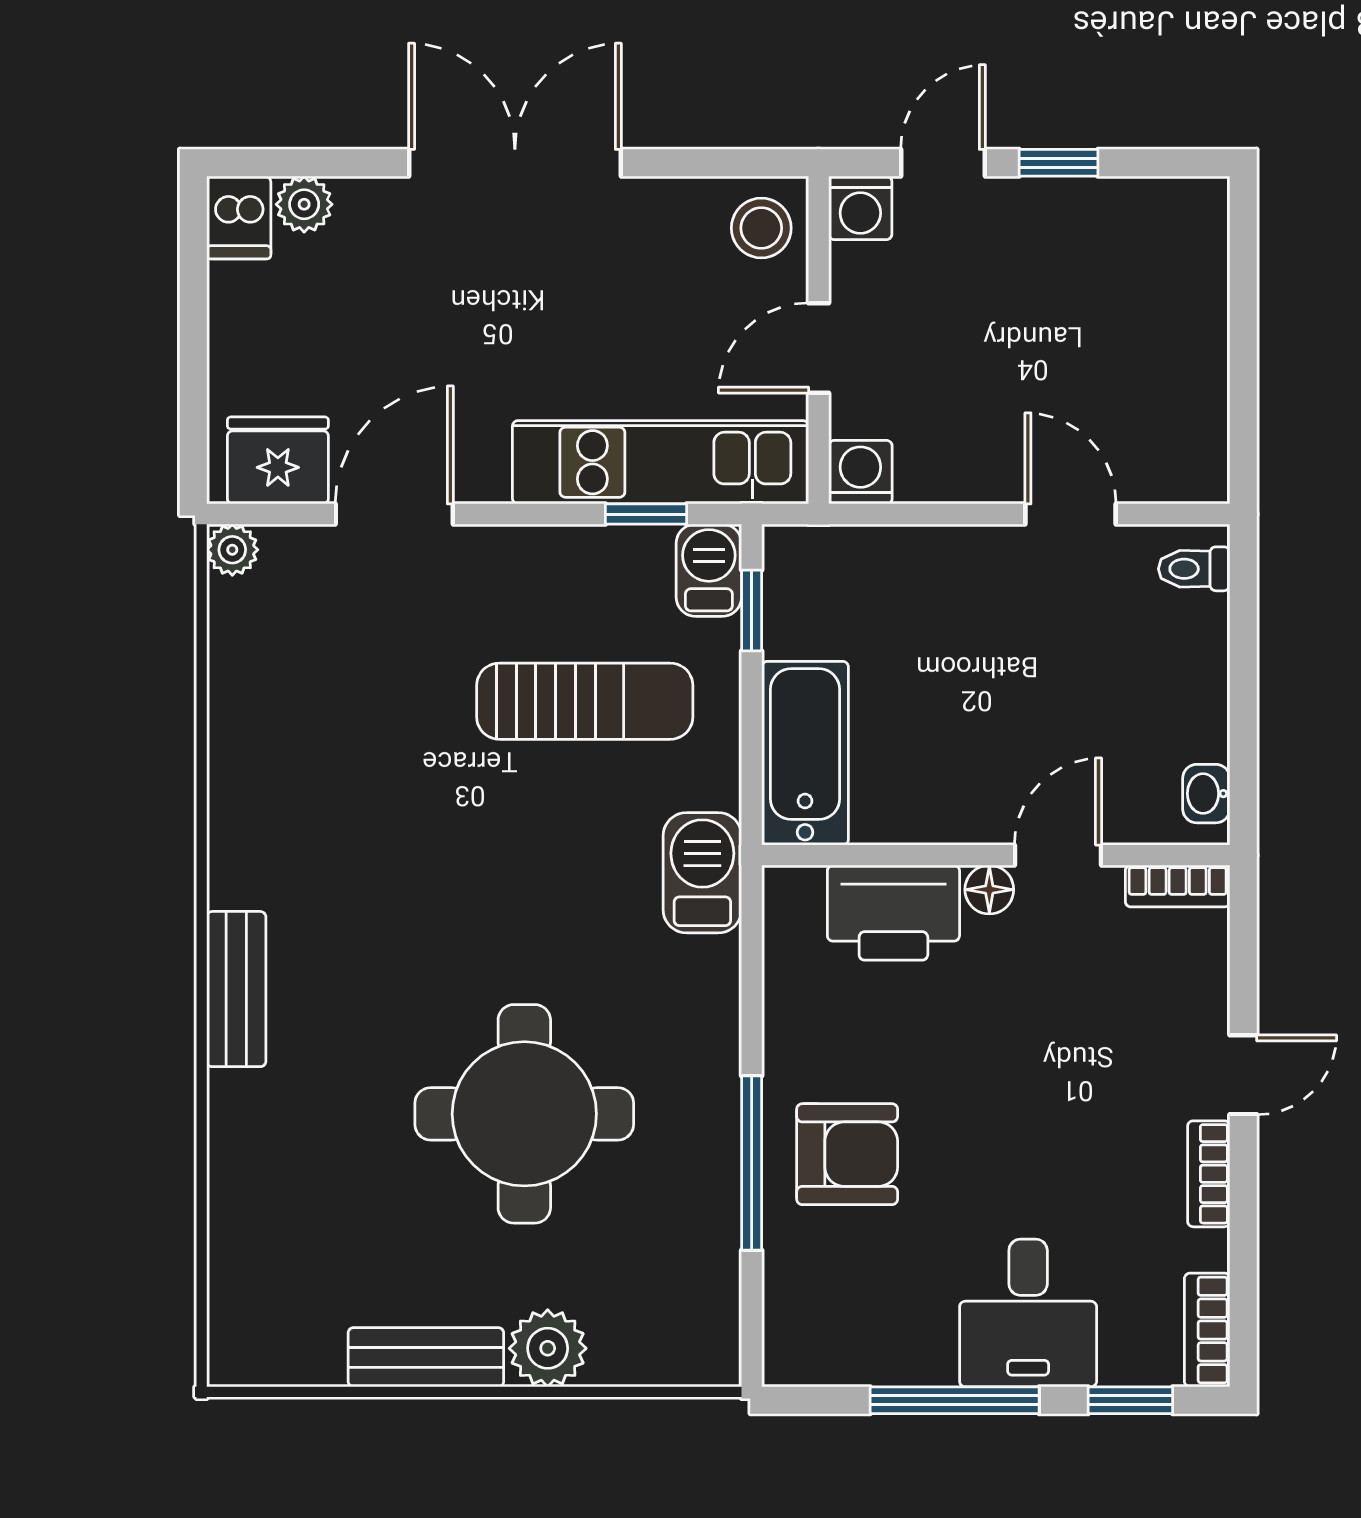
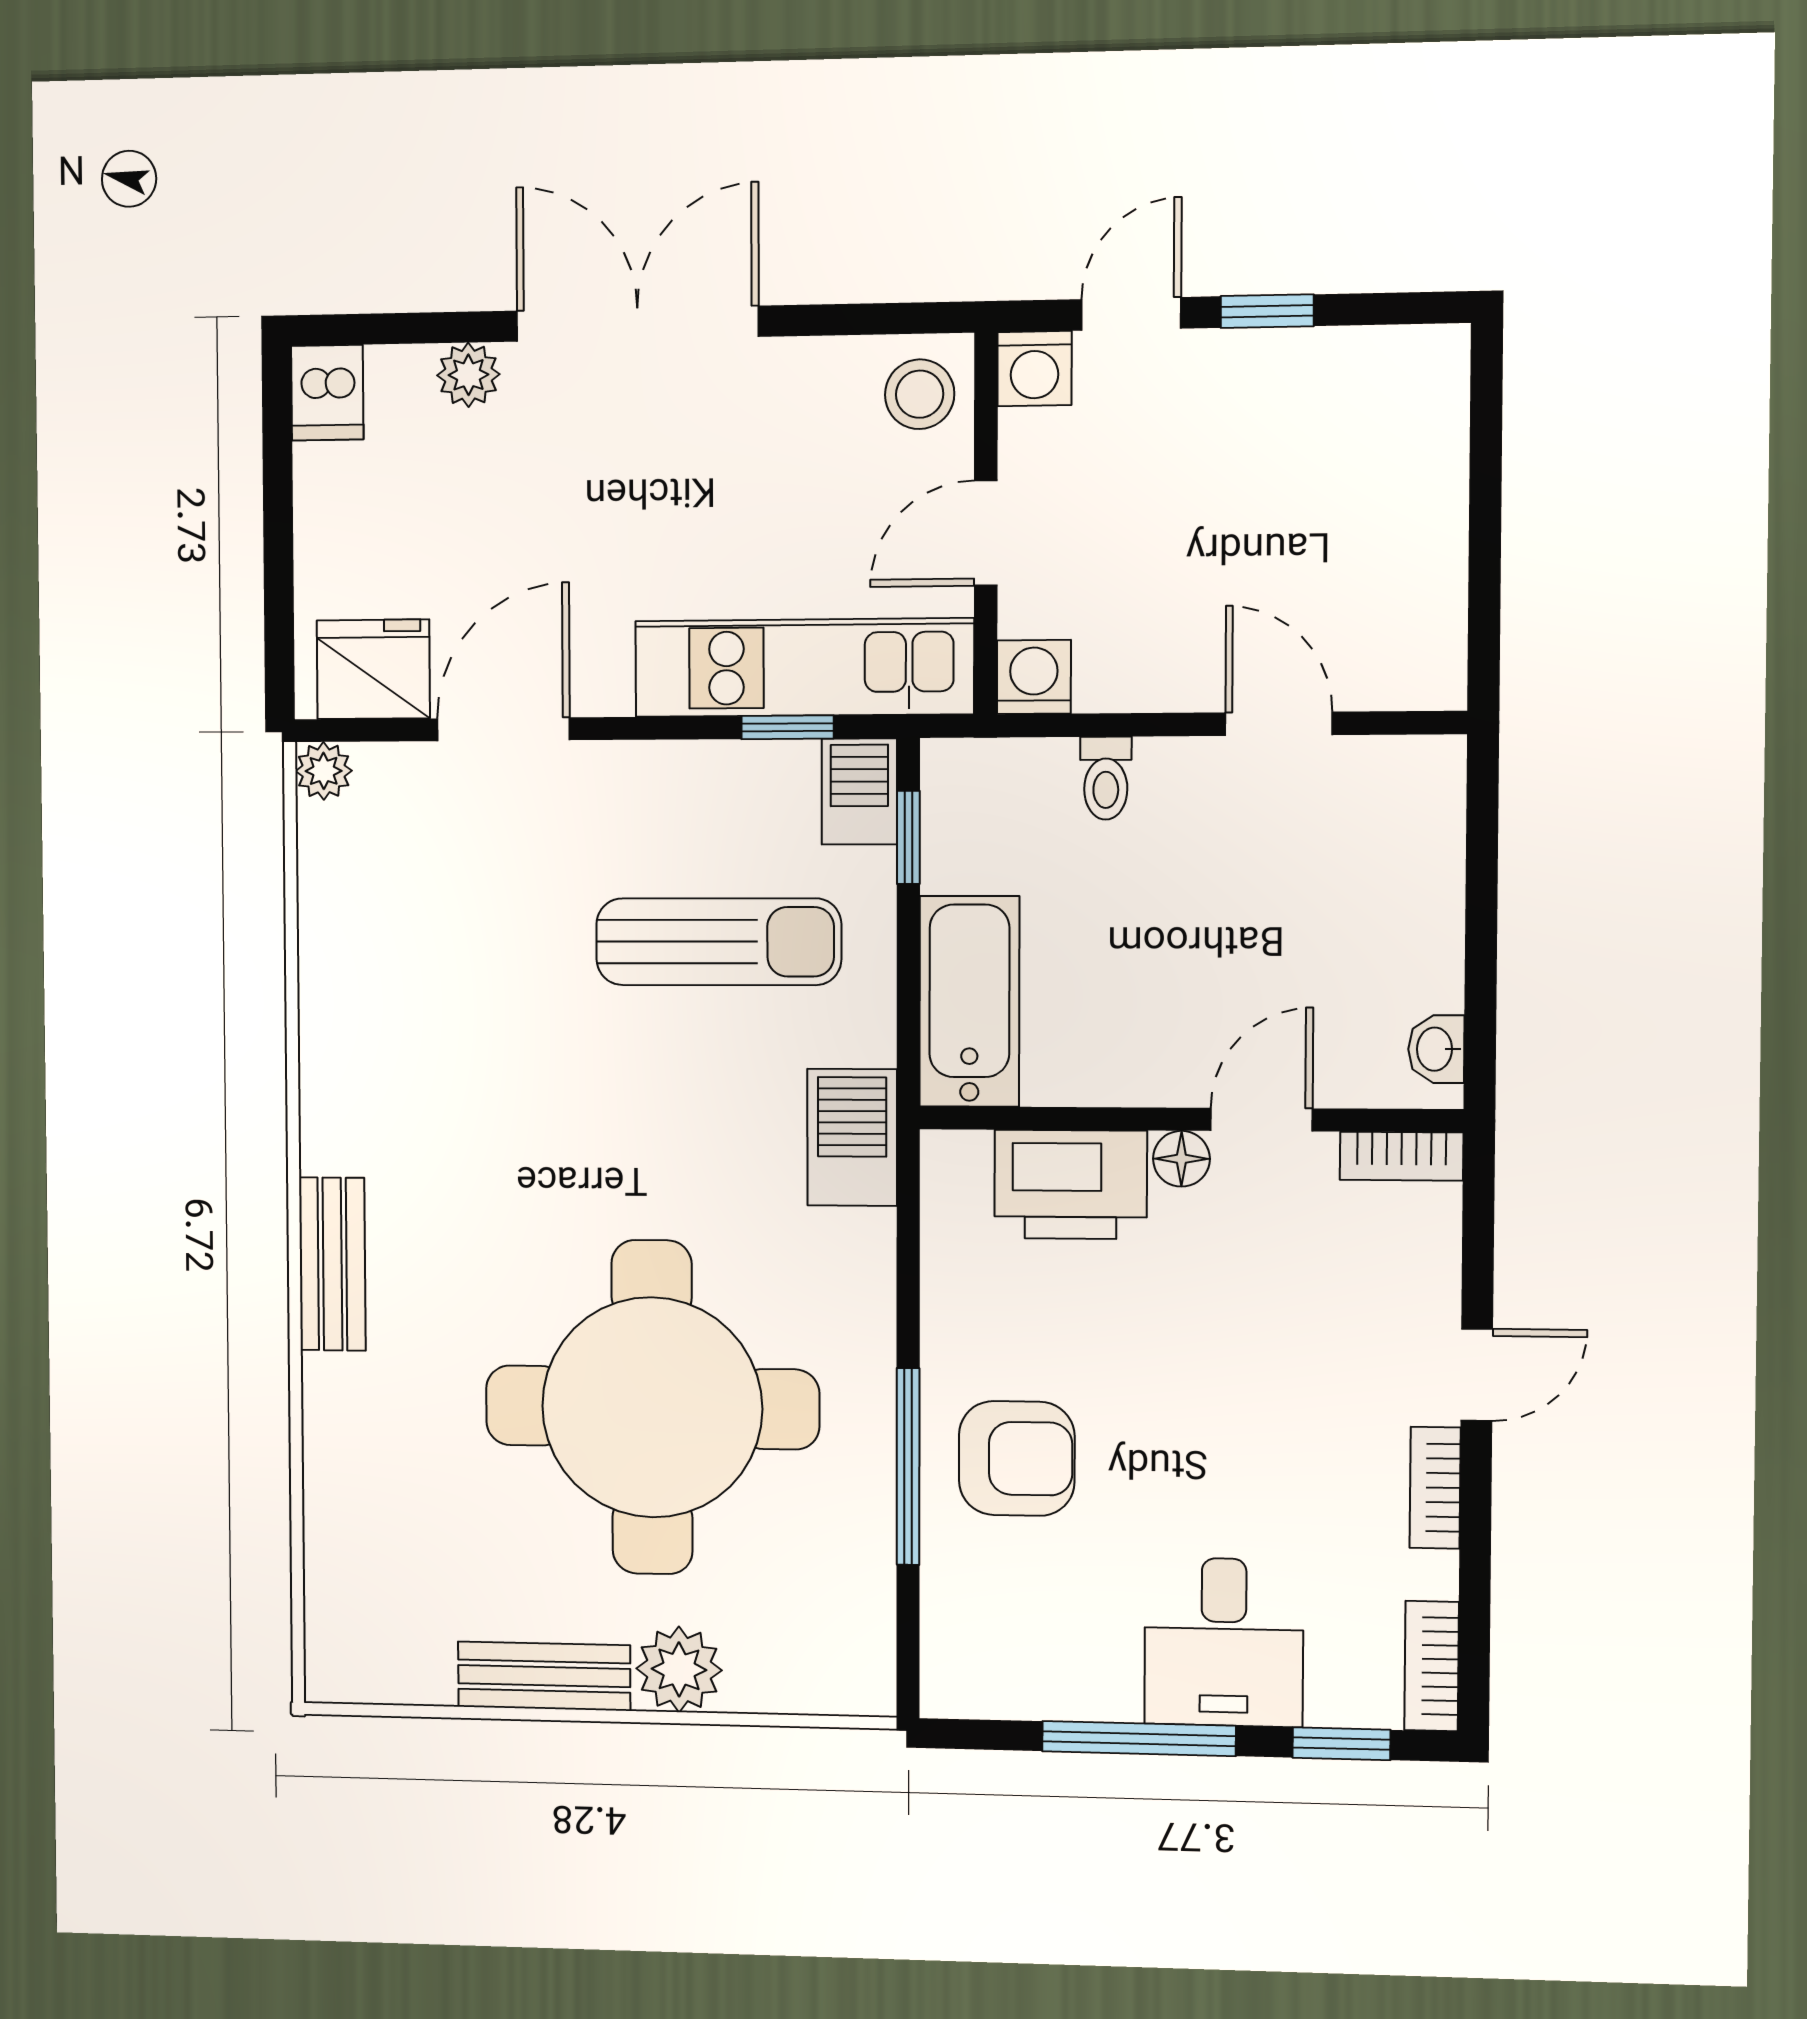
plant: (304, 204) -> (468, 375), moved
toilet: (1194, 569) -> (1106, 778), moved, turned -90
round table: (524, 1114) -> (652, 1407), width x1.36, depth x1.36

